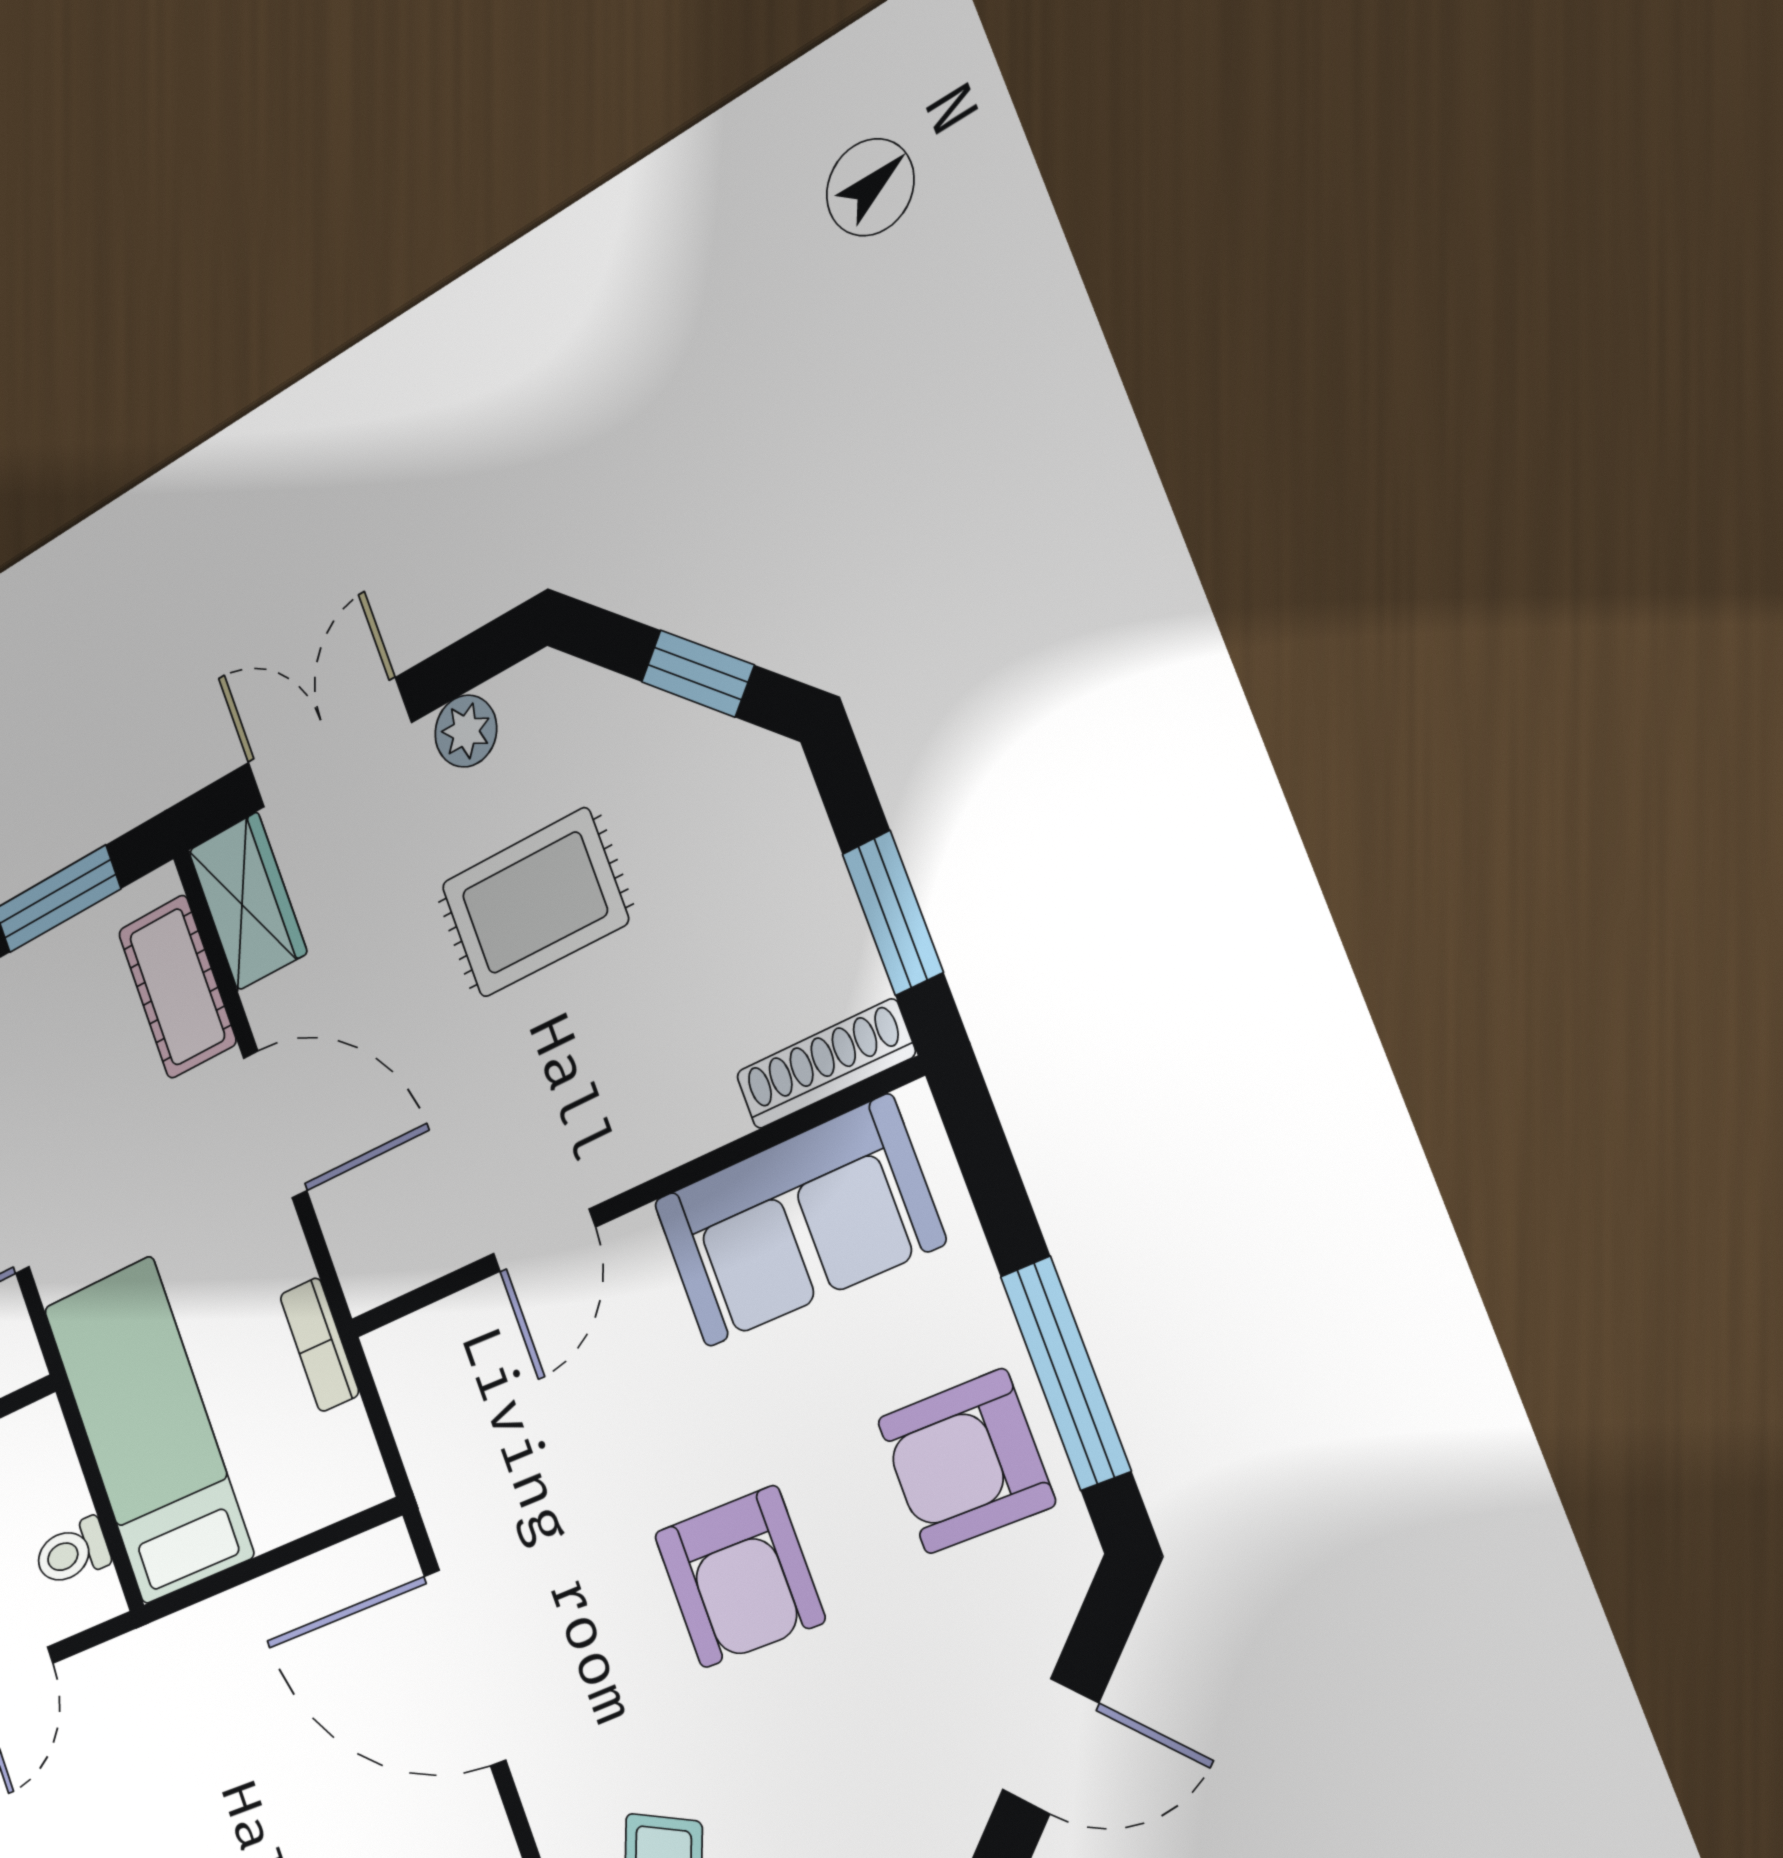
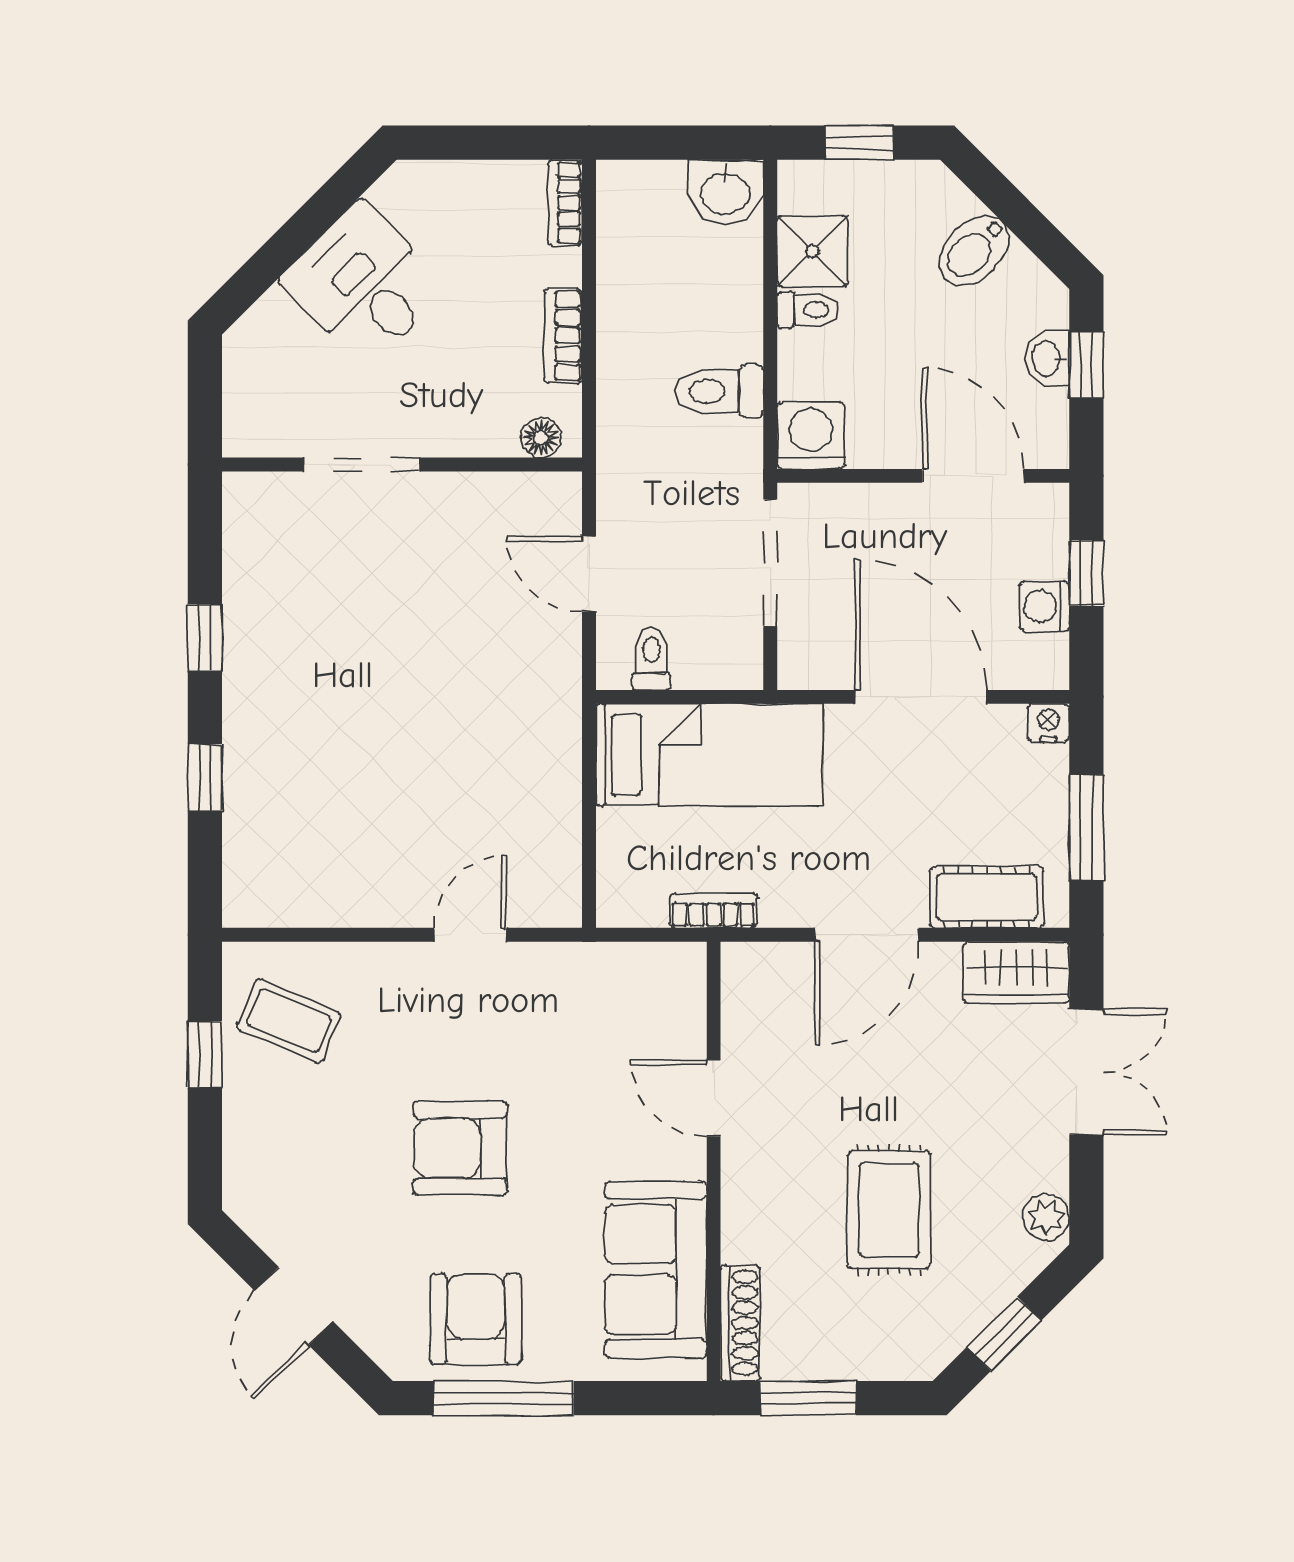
plant: (466, 731) -> (1046, 1217), moved
rug: (535, 903) -> (889, 1210), moved
door: (465, 1668) -> (470, 935), width x0.53

